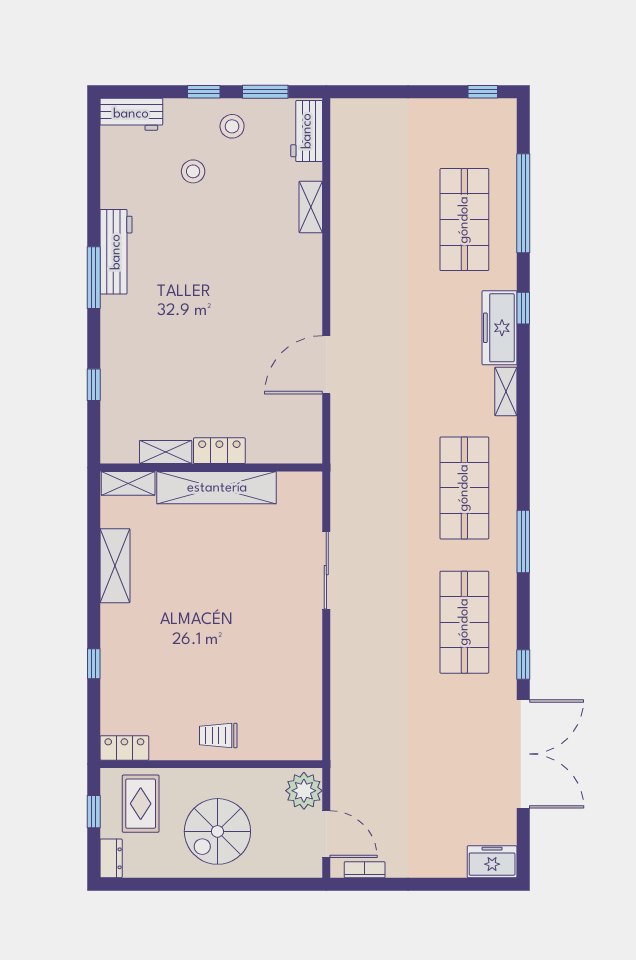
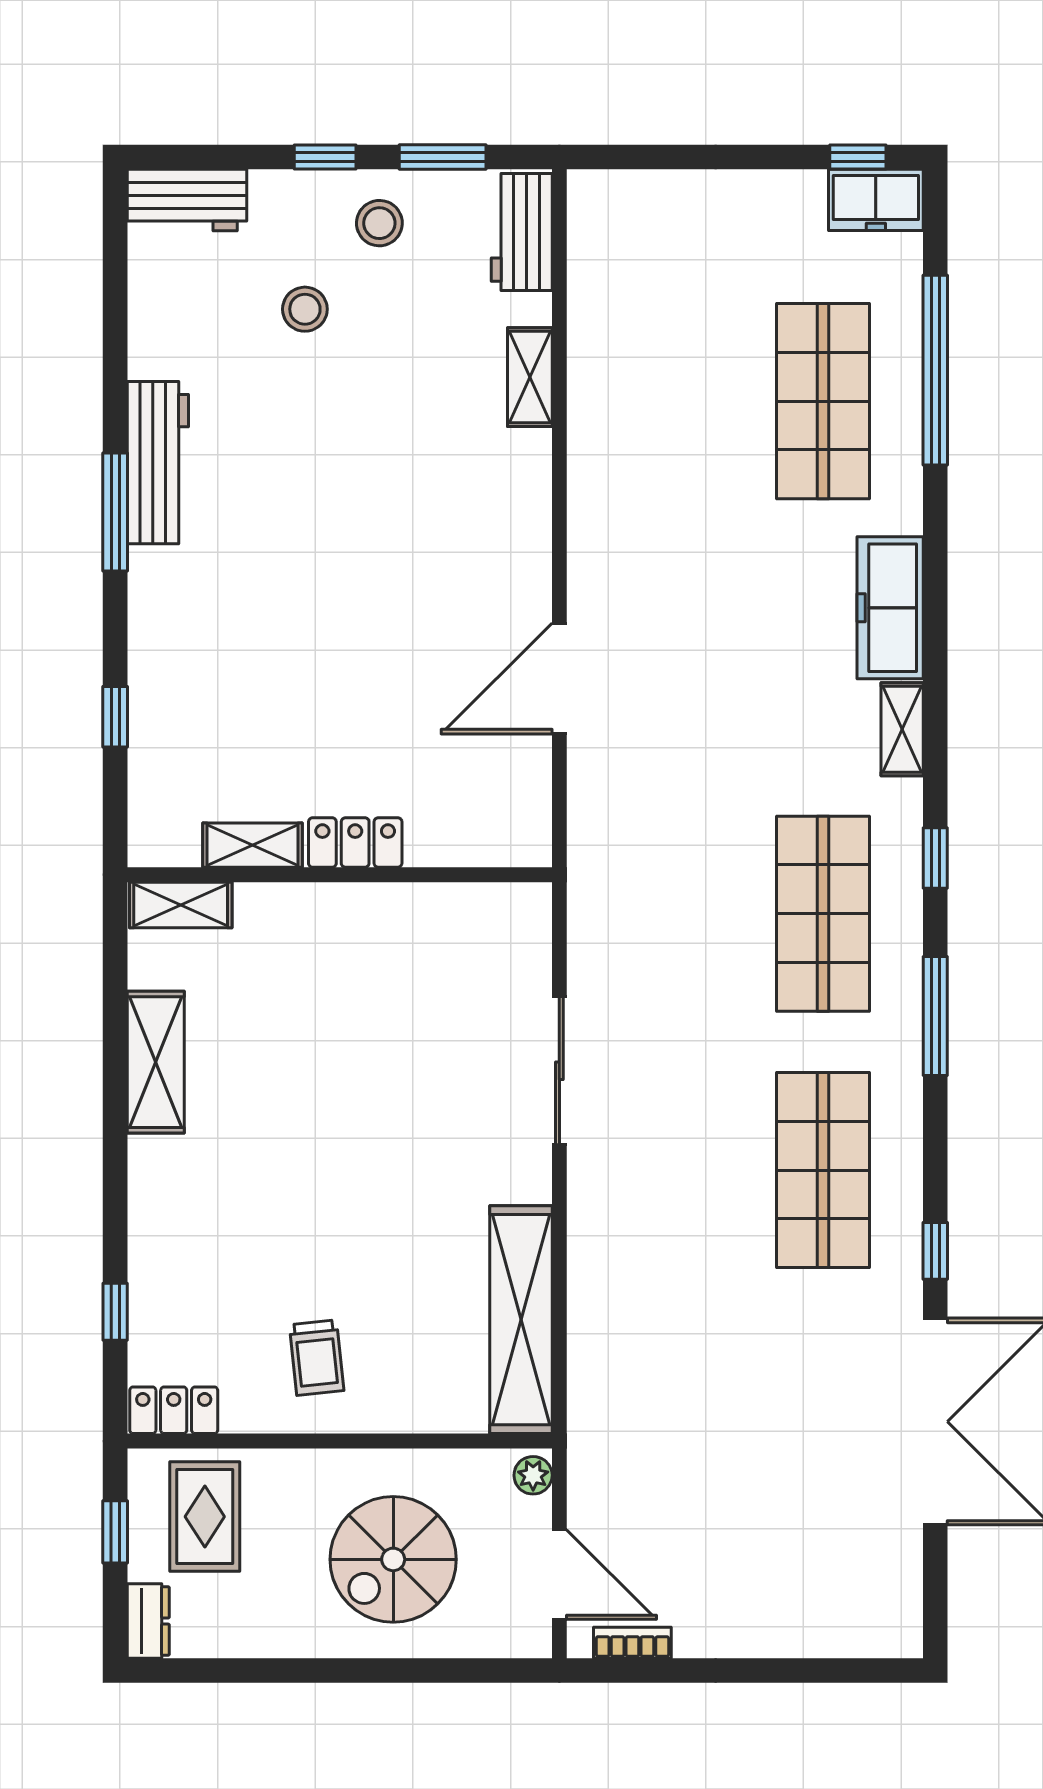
window: (523, 308) -> (935, 858), moved
shelving: (217, 488) -> (521, 1320), moved, turned 90
window: (94, 664) -> (115, 1312), moved
trolley: (218, 736) -> (317, 1358), moved, turned -96
plant: (304, 791) -> (533, 1475), width x0.53, depth x0.53
spiral stairs: (217, 831) -> (393, 1559), moved
freezer: (492, 862) -> (876, 200), moved, turned 180

